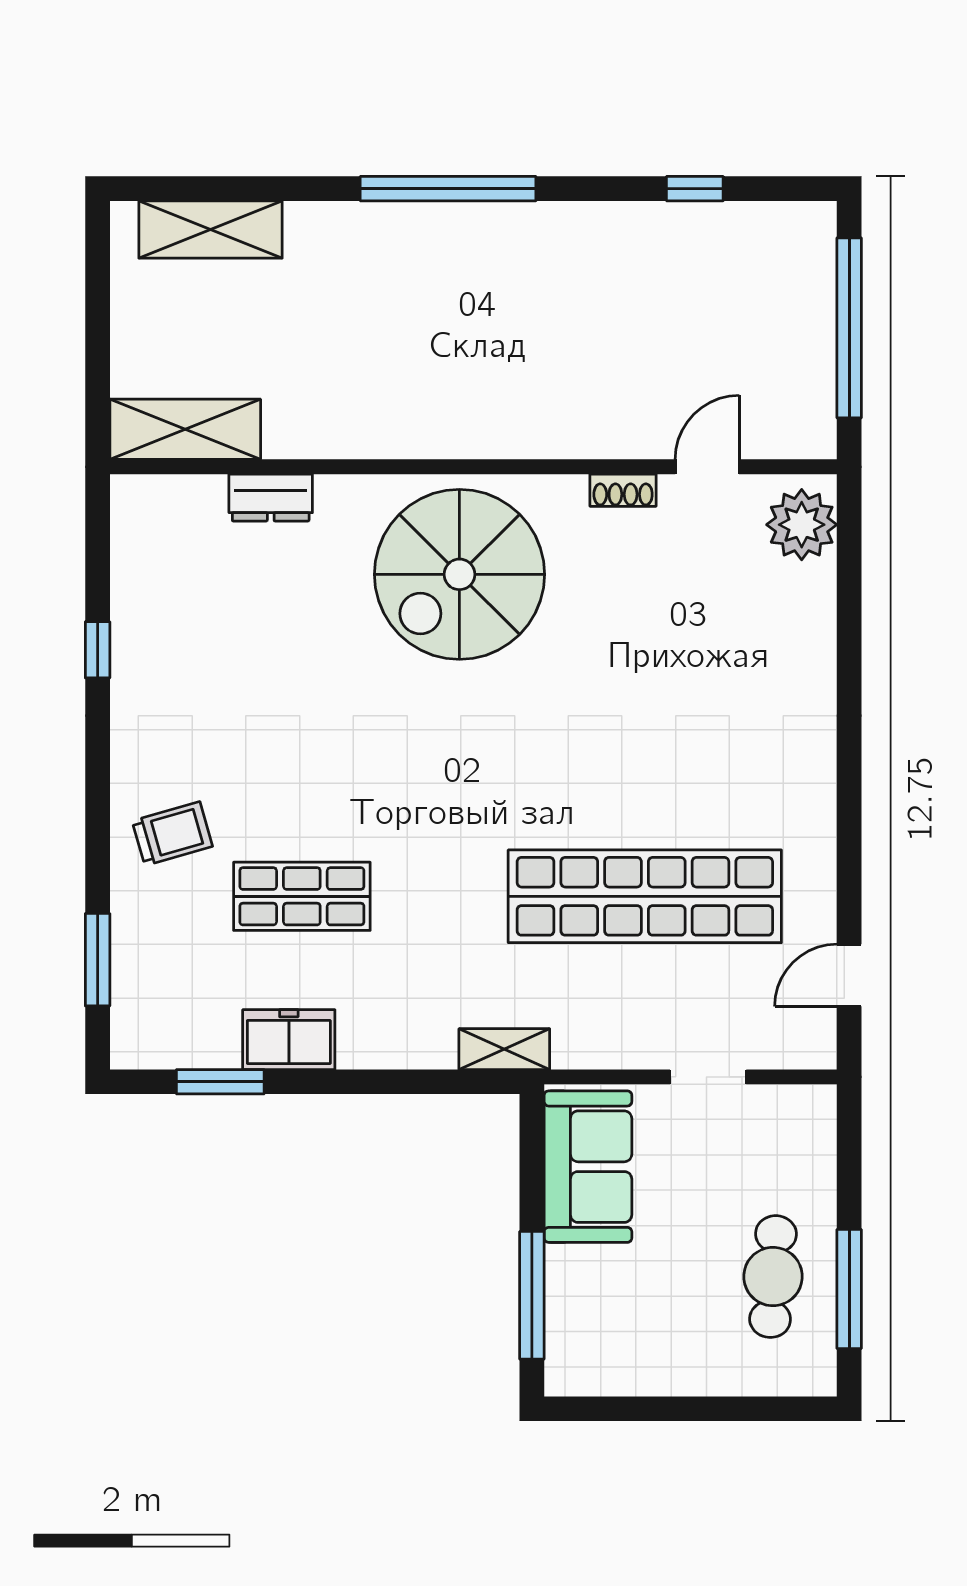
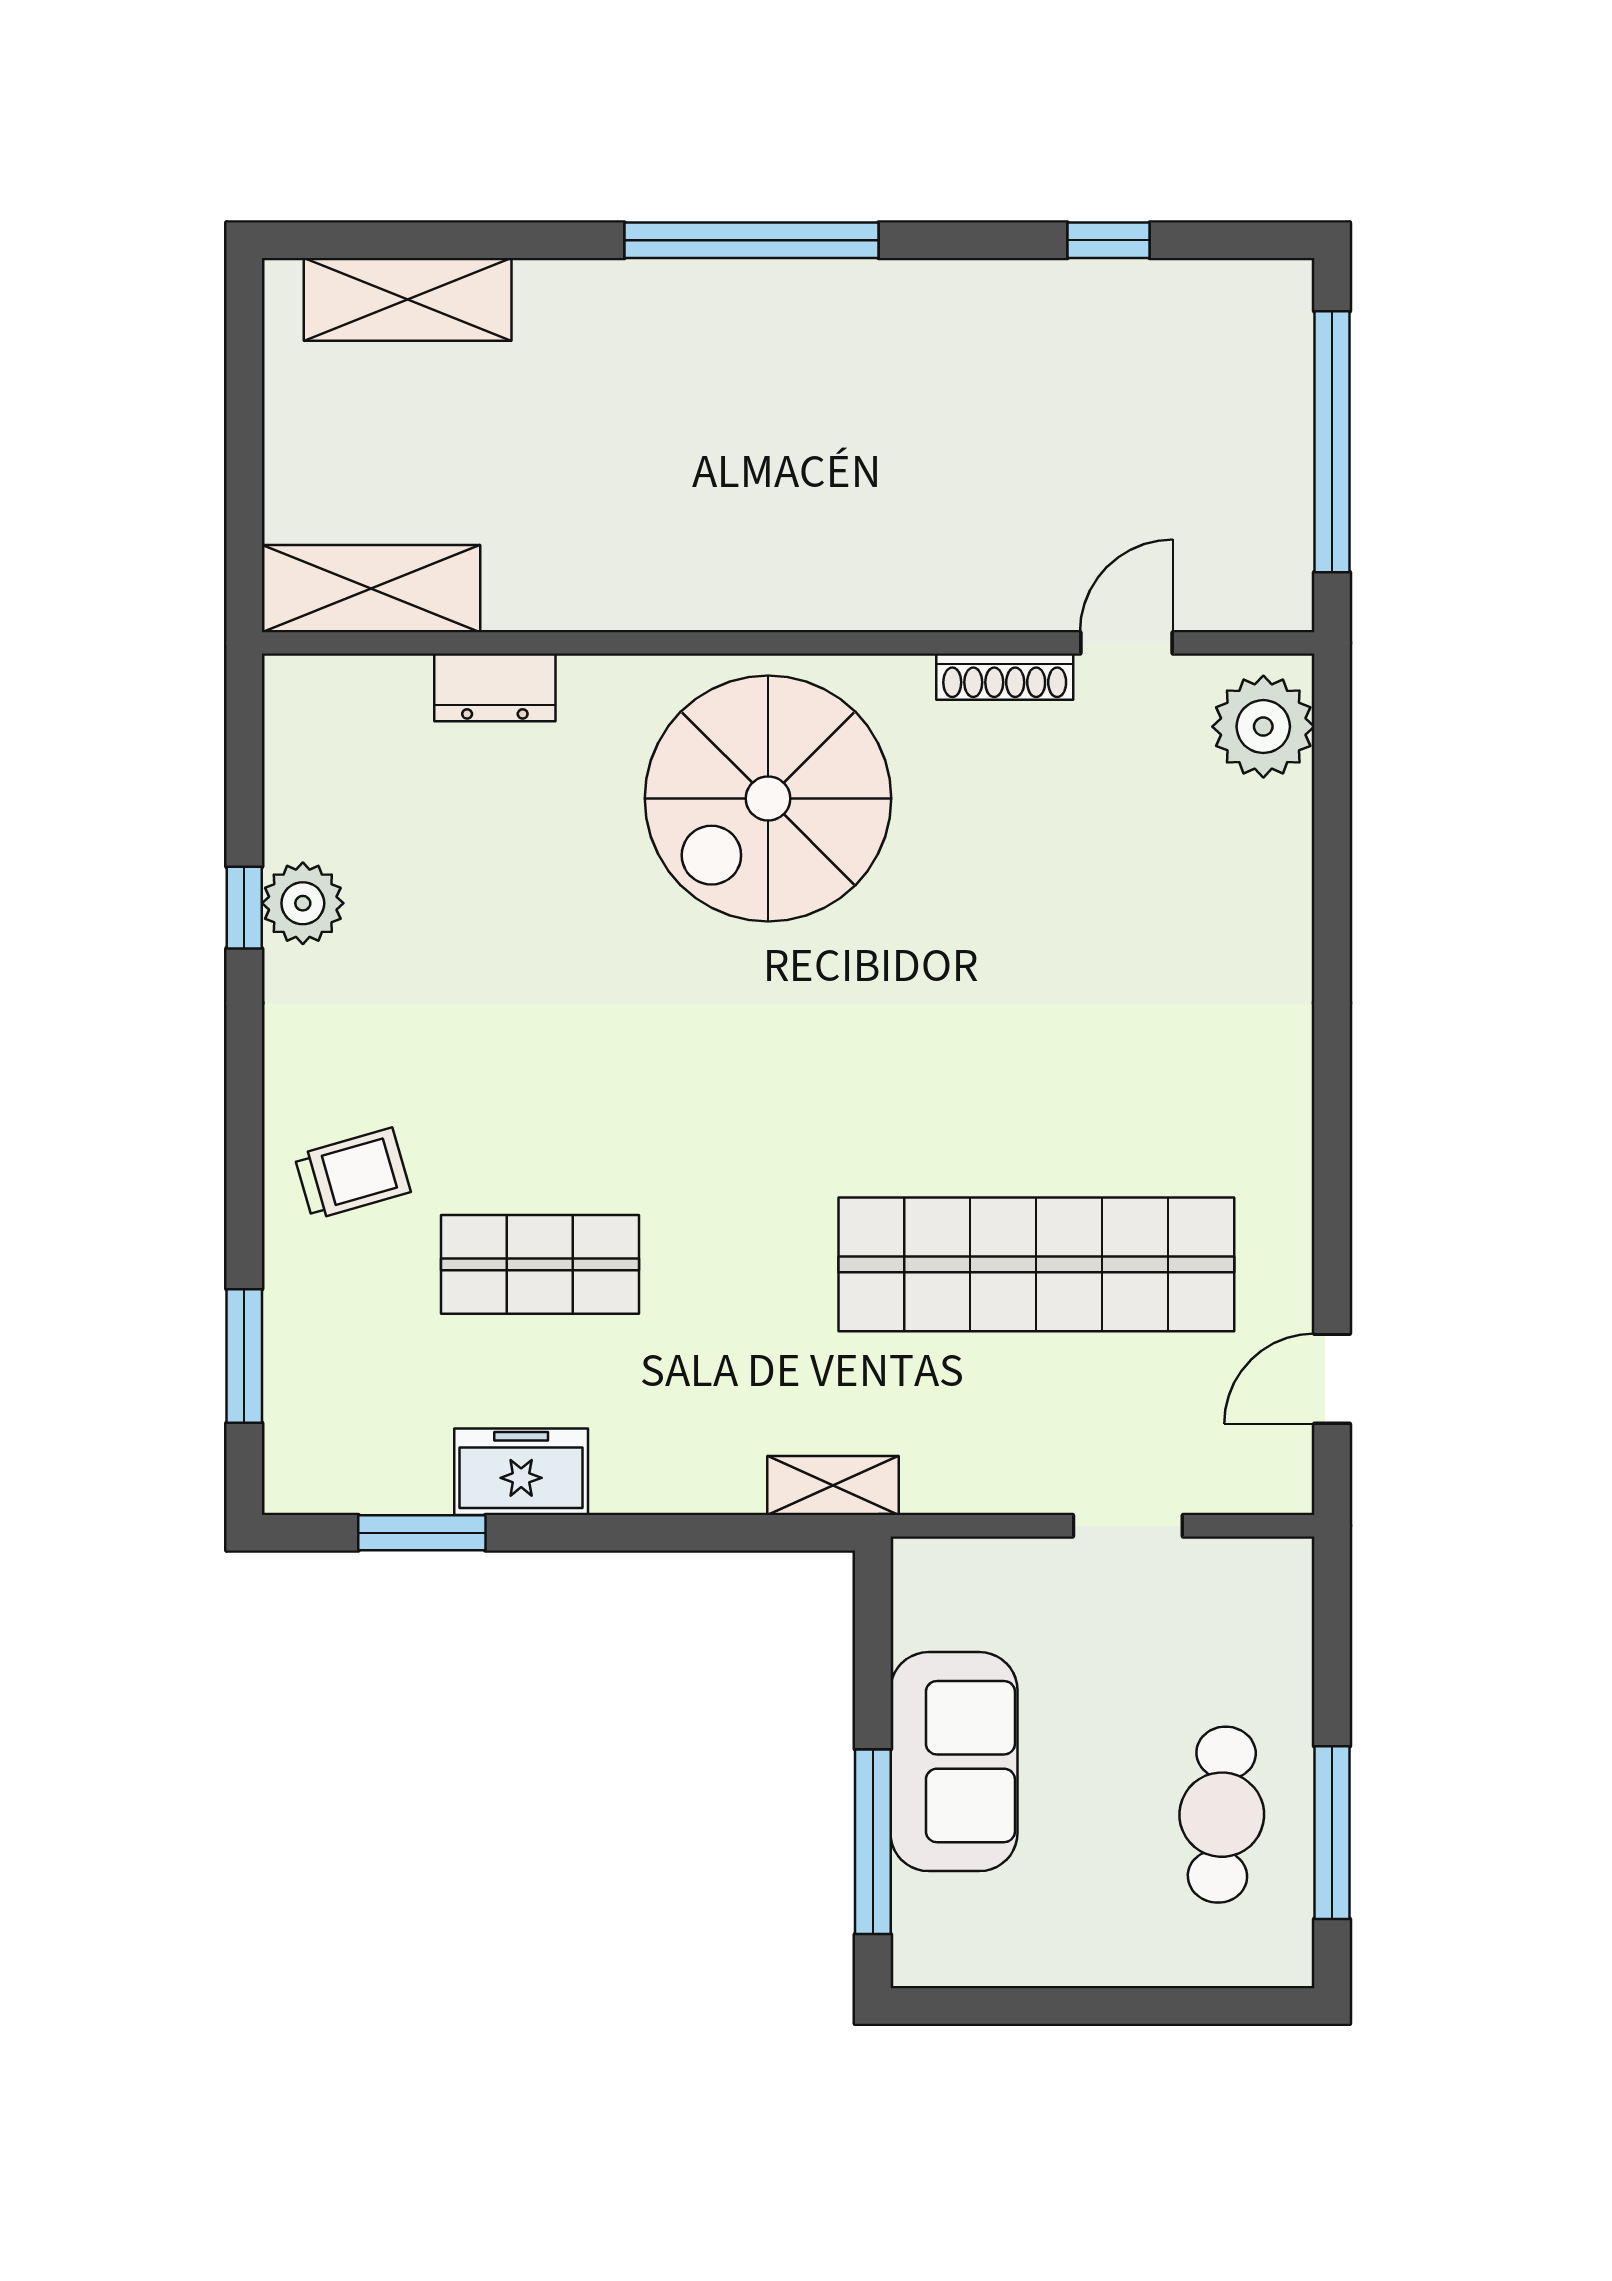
shoe rack: (623, 490) -> (1005, 677), width x1.43
plant: (138, 647) -> (303, 903), added
sofa: (588, 1167) -> (954, 1762), moved

